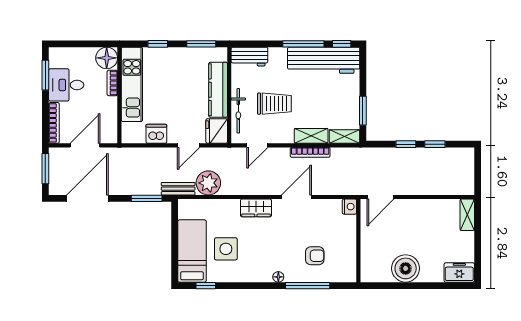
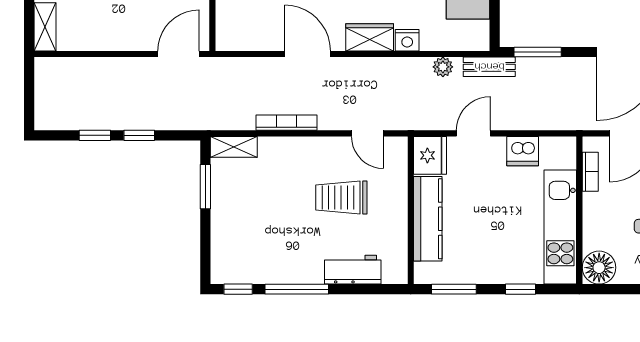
workbench: (249, 57) -> (353, 270), moved
workbench: (324, 60) -> (266, 264), removed
bookcase: (112, 83) -> (590, 172), moved
bicycle: (238, 111) -> (397, 186), removed
shelving: (311, 136) -> (285, 148), removed
door: (257, 145) -> (367, 133), swing flipped
plant: (208, 183) -> (443, 67), width x0.53, depth x0.53
door: (296, 197) -> (308, 54), swing flipped
nightstand: (349, 207) -> (407, 40), moved, turned -90

